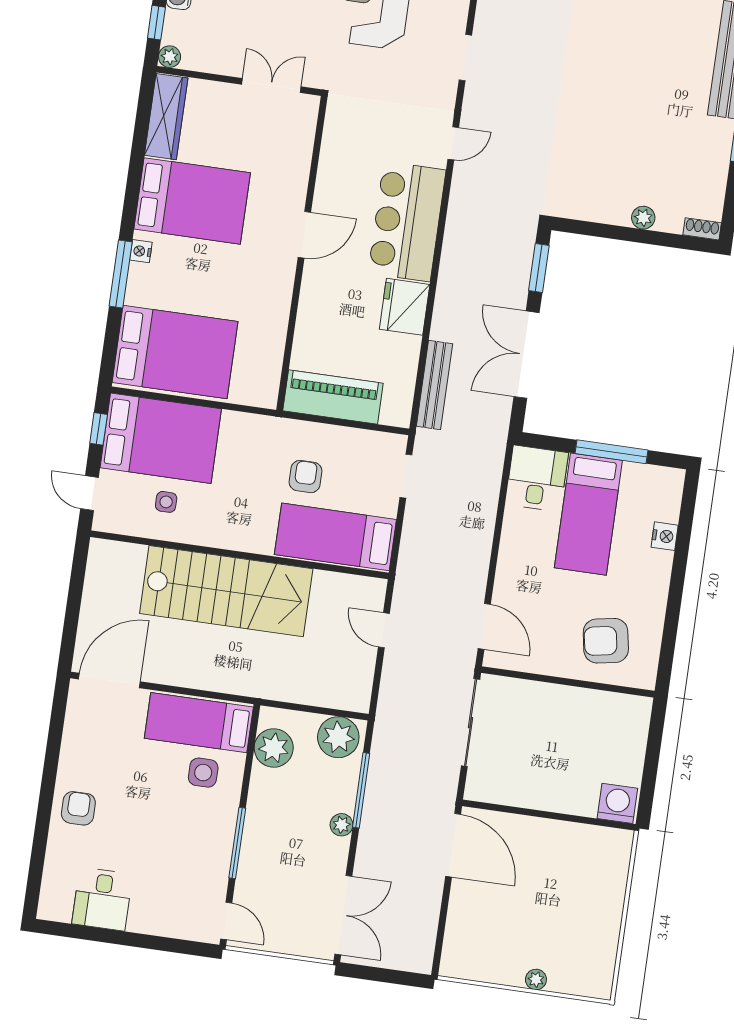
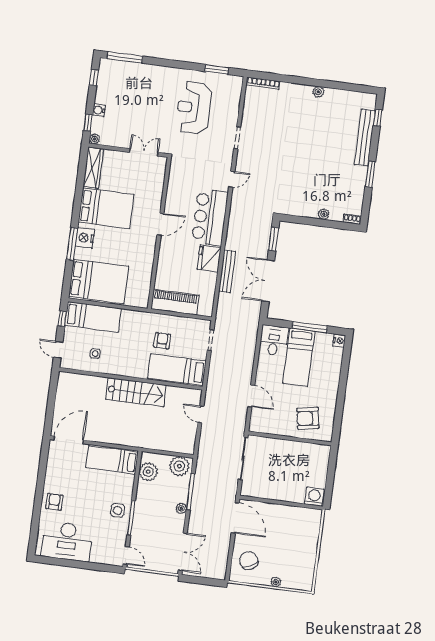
nightstand: (141, 251) -> (85, 238), width x1.89, depth x1.79
bench: (434, 385) -> (227, 271), moved
bed: (161, 438) -> (93, 317), width x0.67
nightstand: (665, 536) -> (339, 341), moved
stairs: (226, 591) -> (136, 392), width x0.73, depth x0.66
door: (484, 626) -> (251, 396), moved
side table: (203, 773) -> (118, 510), moved
desk: (102, 899) -> (67, 541), width x1.87, depth x1.30
chair: (480, 935) -> (249, 561), added

